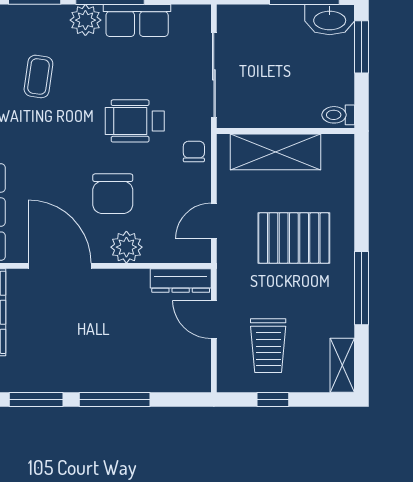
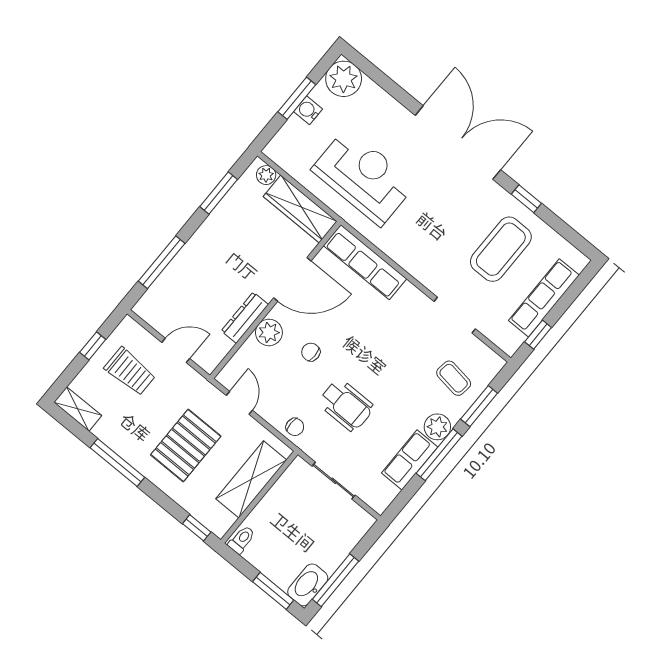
sliding door: (214, 75) -> (334, 481), width x0.73
coffee table: (38, 76) -> (454, 378), moved
wheelchair: (135, 121) -> (346, 405), turned 90
window: (361, 165) -> (197, 528), added
chair: (113, 194) -> (311, 352), width x0.54, depth x0.54
dresser: (181, 281) -> (245, 318), moved
trolley: (268, 346) -> (130, 372), turned 180
window: (115, 399) -> (162, 262), moved

